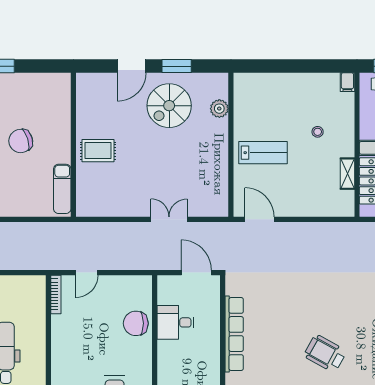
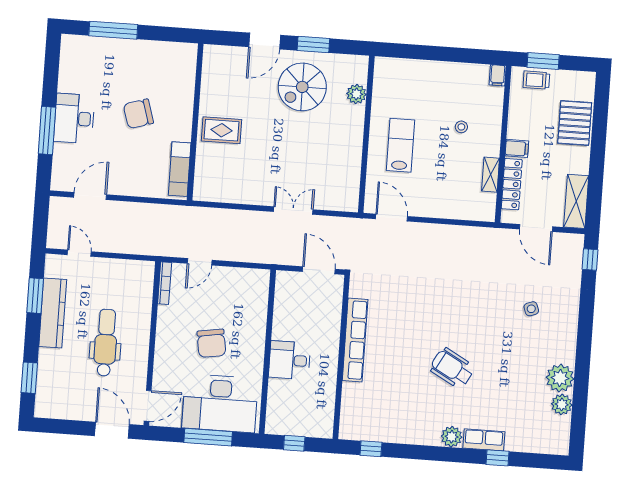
lab bench: (263, 153) -> (401, 145), turned -90
desk: (175, 322) -> (290, 360), moved
chair: (136, 323) -> (211, 343), moved, turned -99

